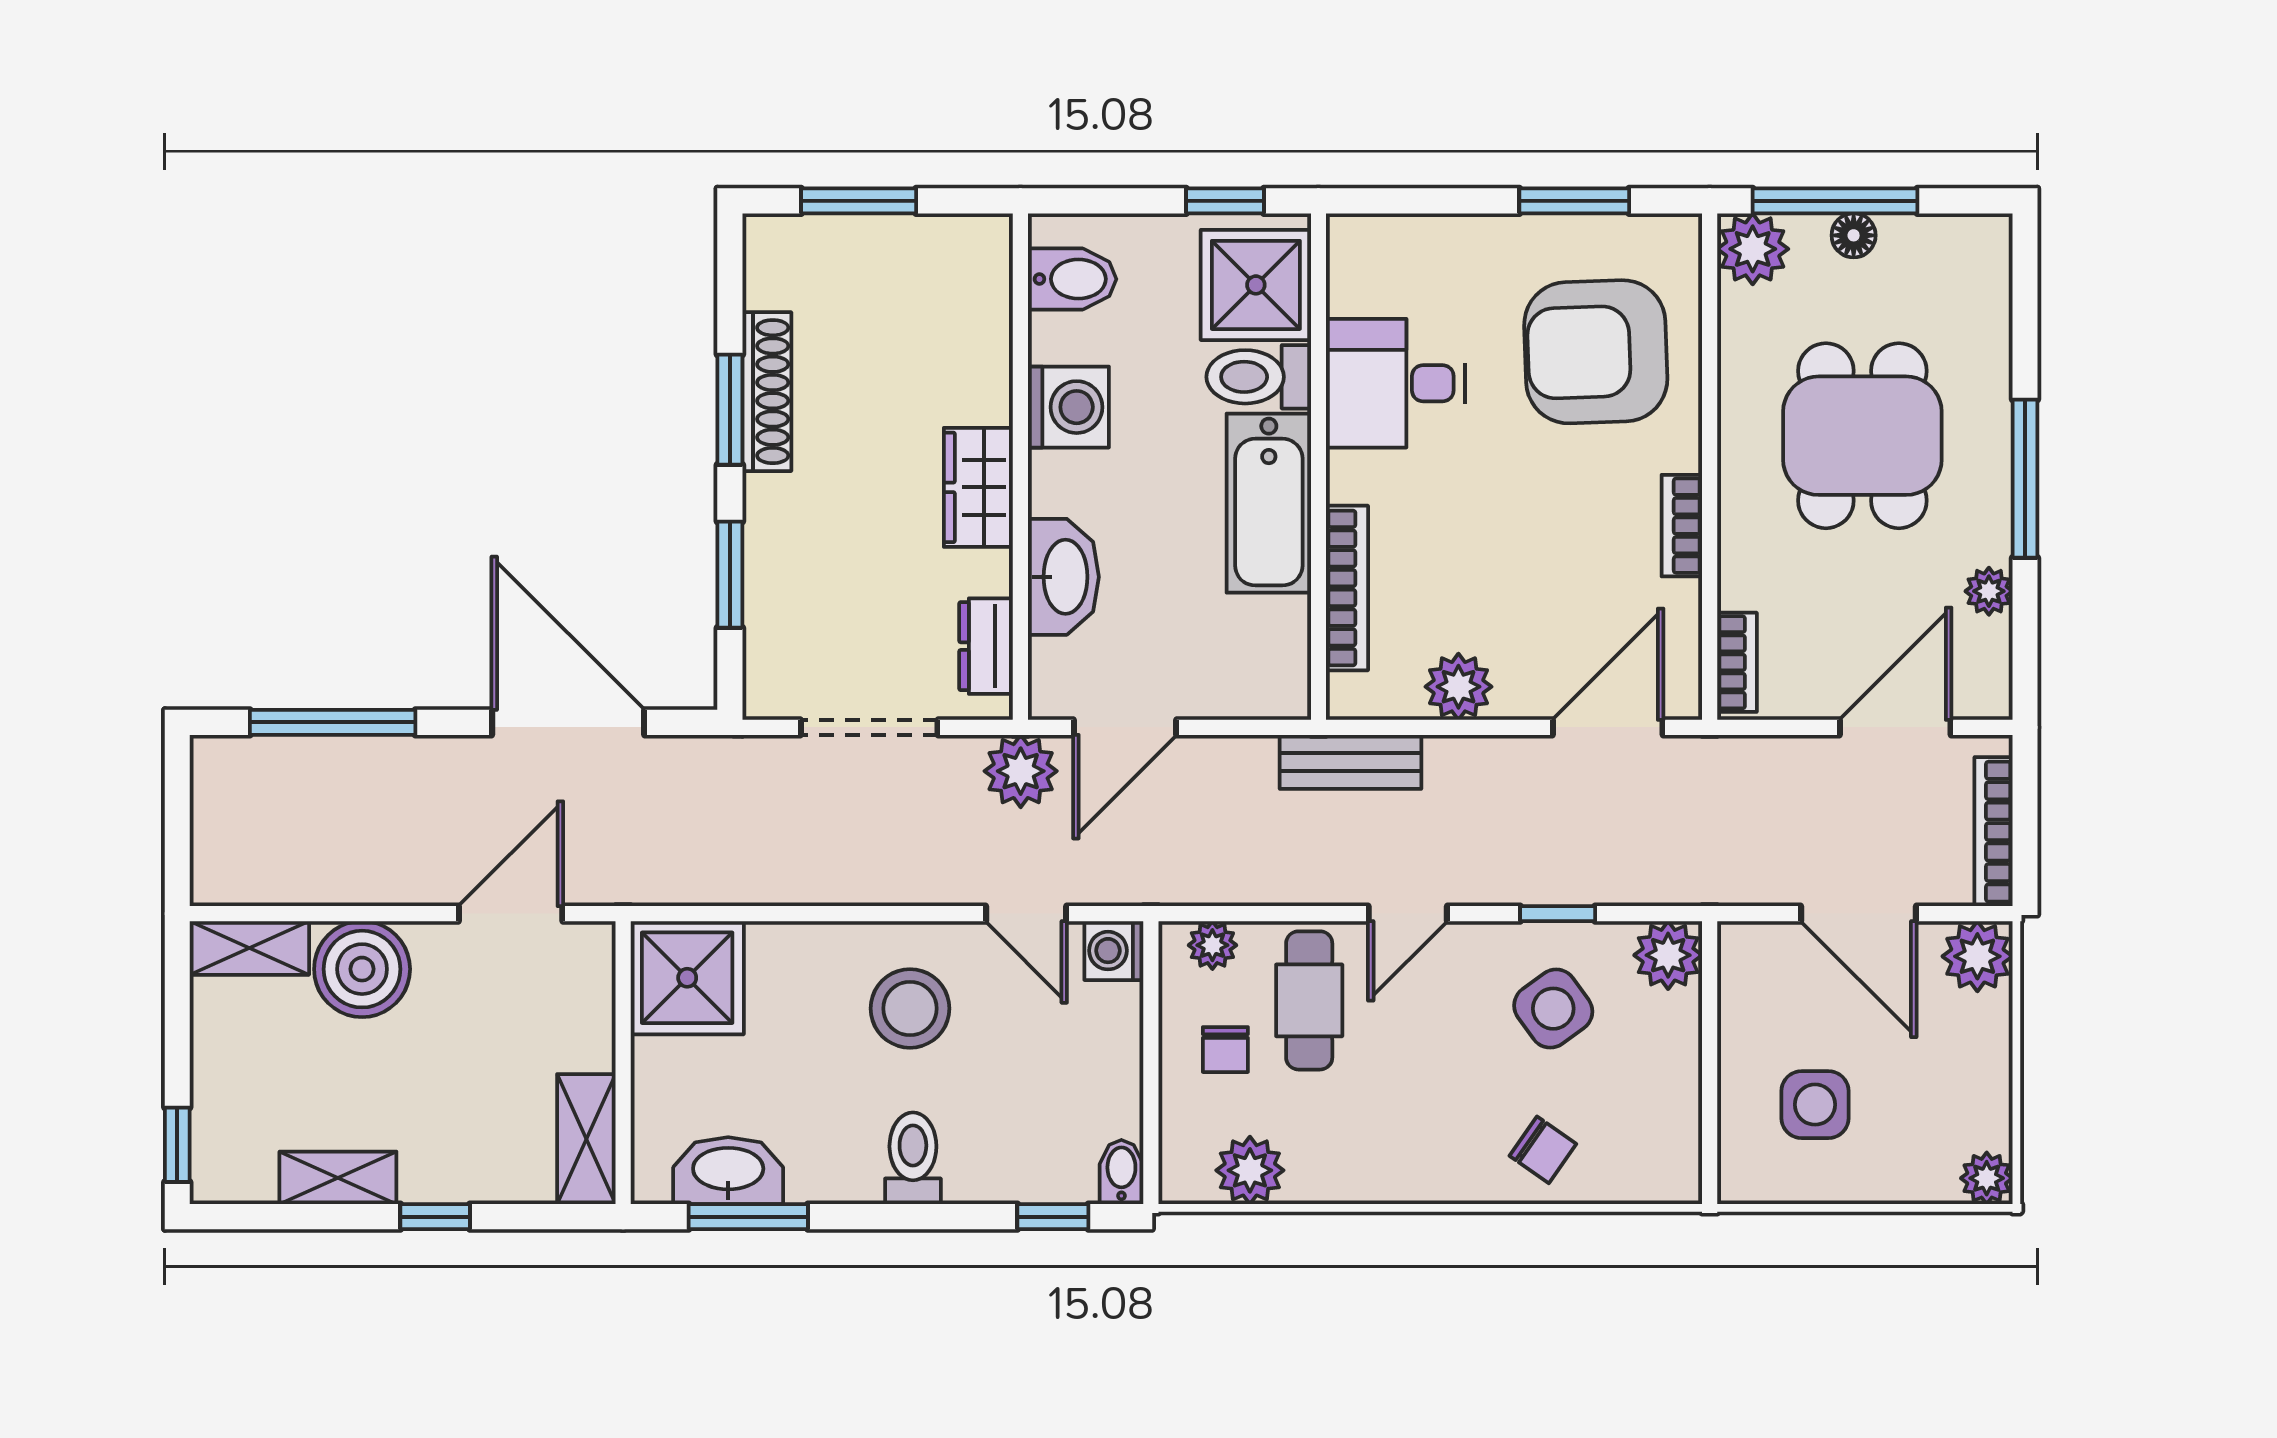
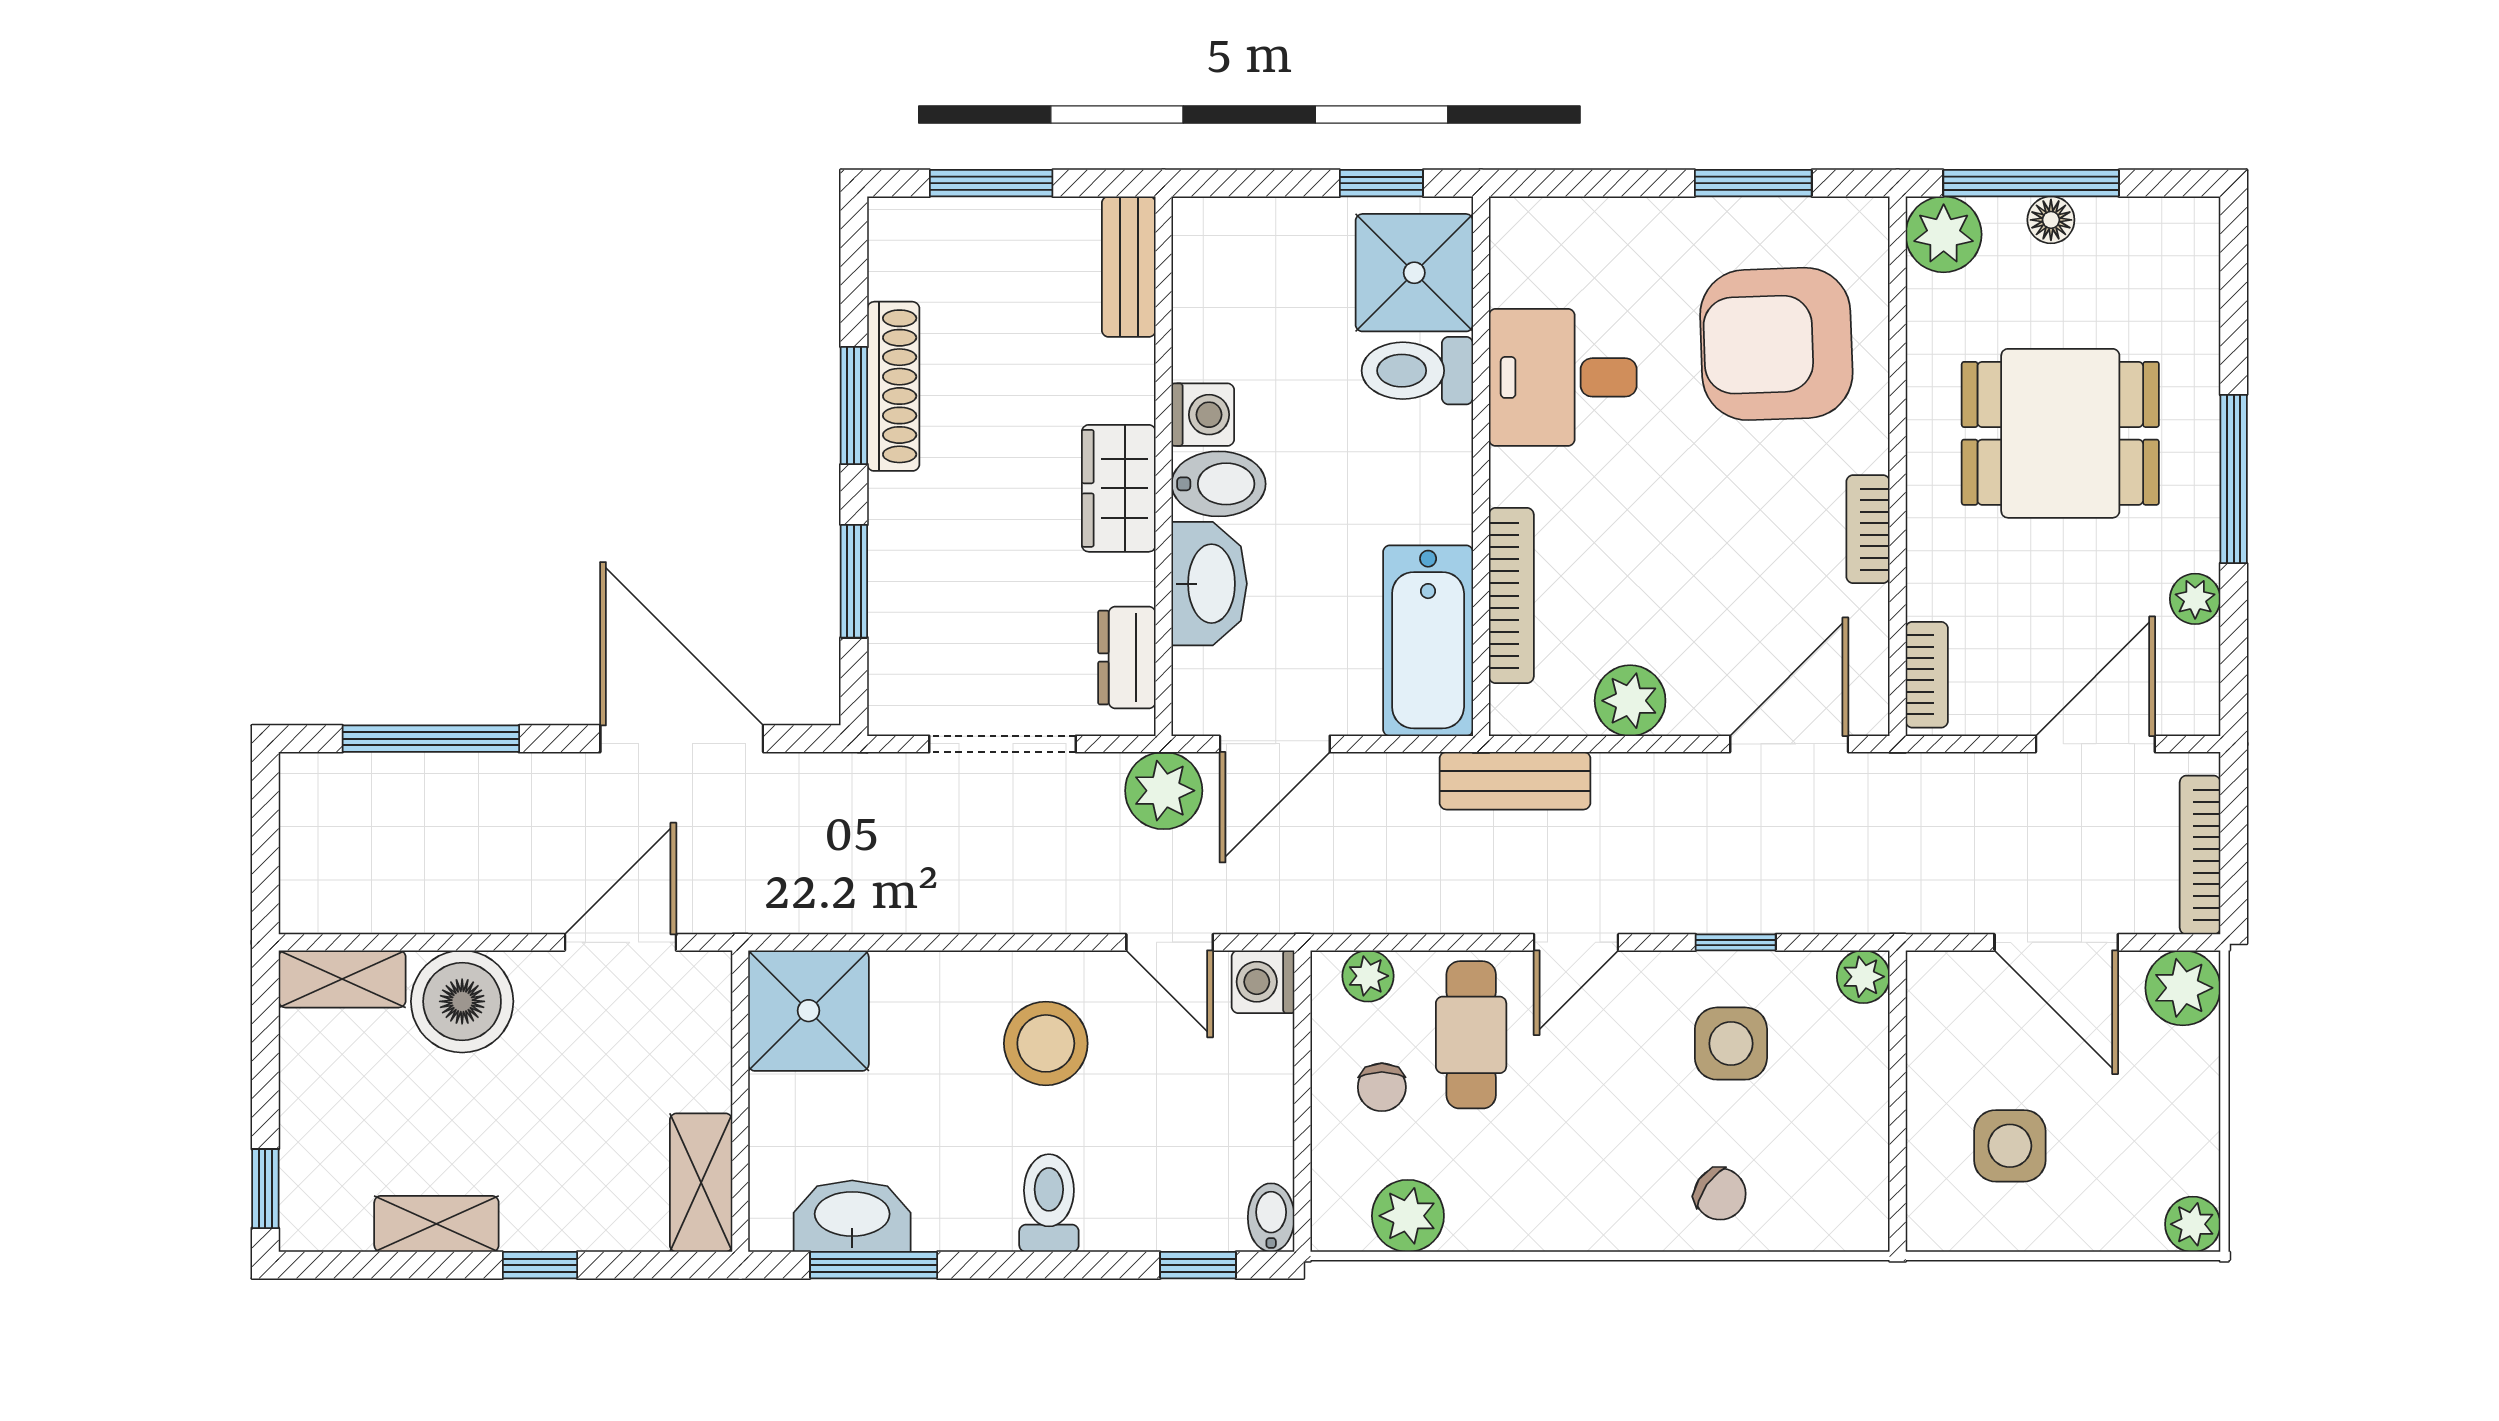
bench: (988, 279) -> (1129, 267), added
bidet: (1072, 279) -> (1219, 484), moved
washing machine: (1068, 407) -> (1203, 415), width x0.73, depth x0.73
dining table: (1862, 436) -> (2060, 433), turned 90
bathtub: (1269, 503) -> (1428, 641), moved
plant: (1668, 955) -> (1863, 977), width x0.73, depth x0.73
side table: (1553, 1009) -> (1731, 1044), turned 36

